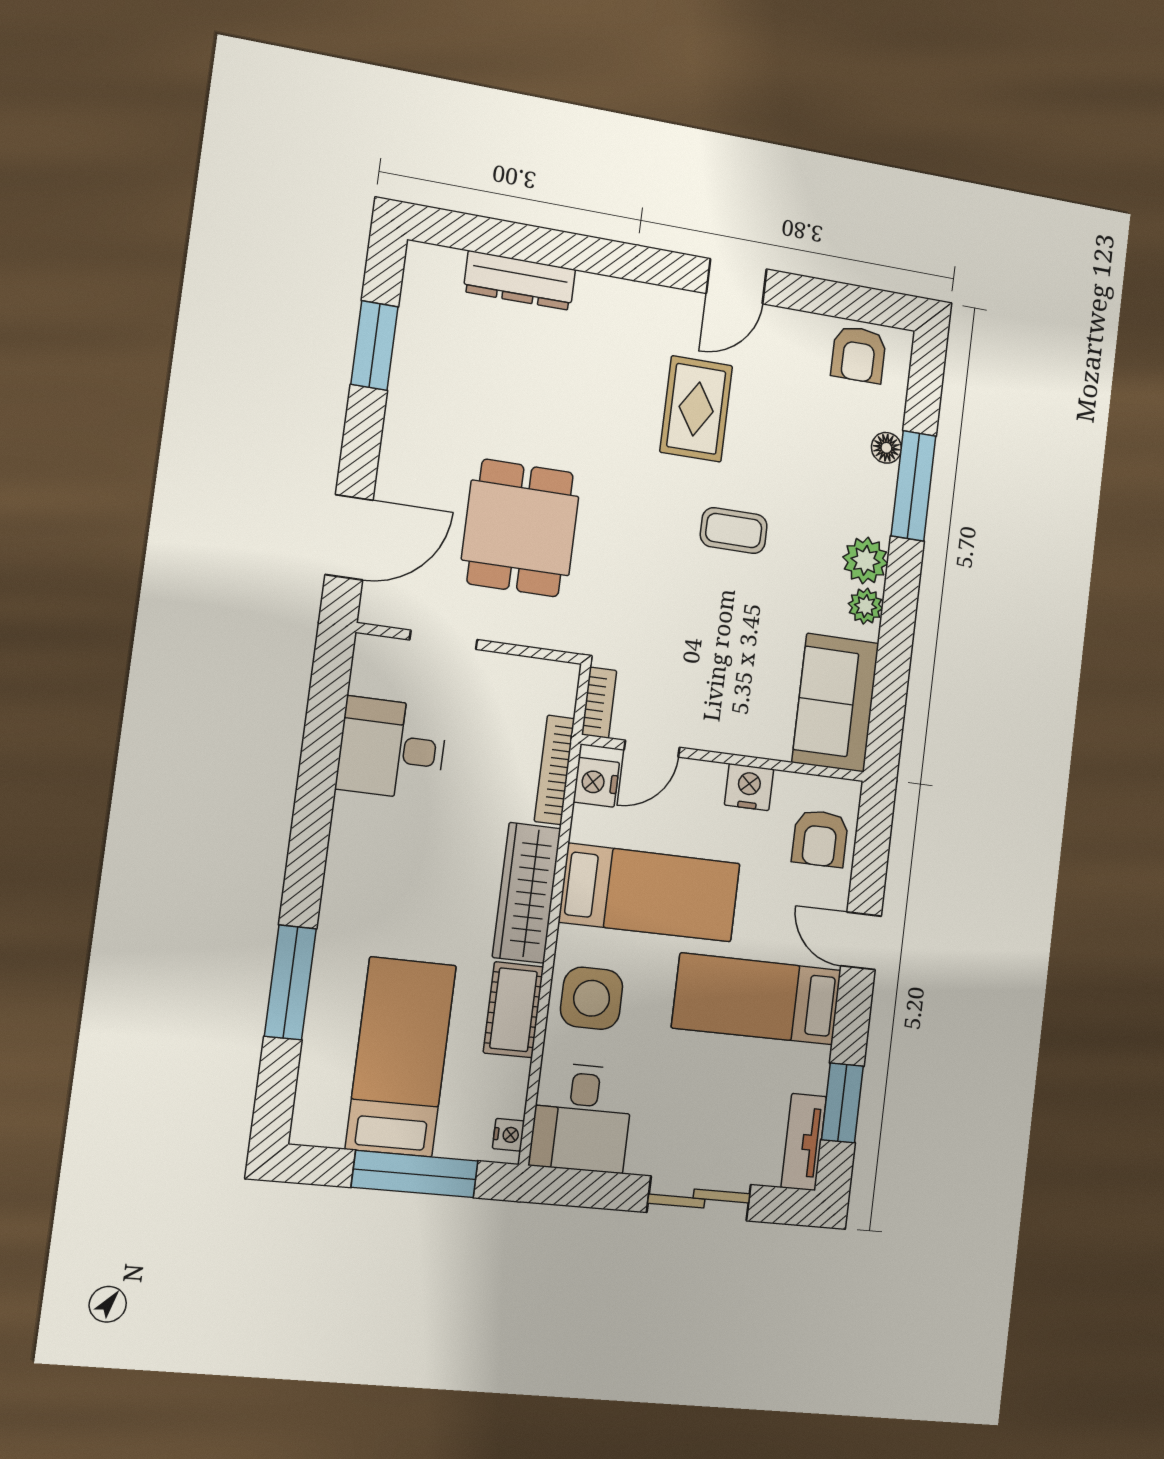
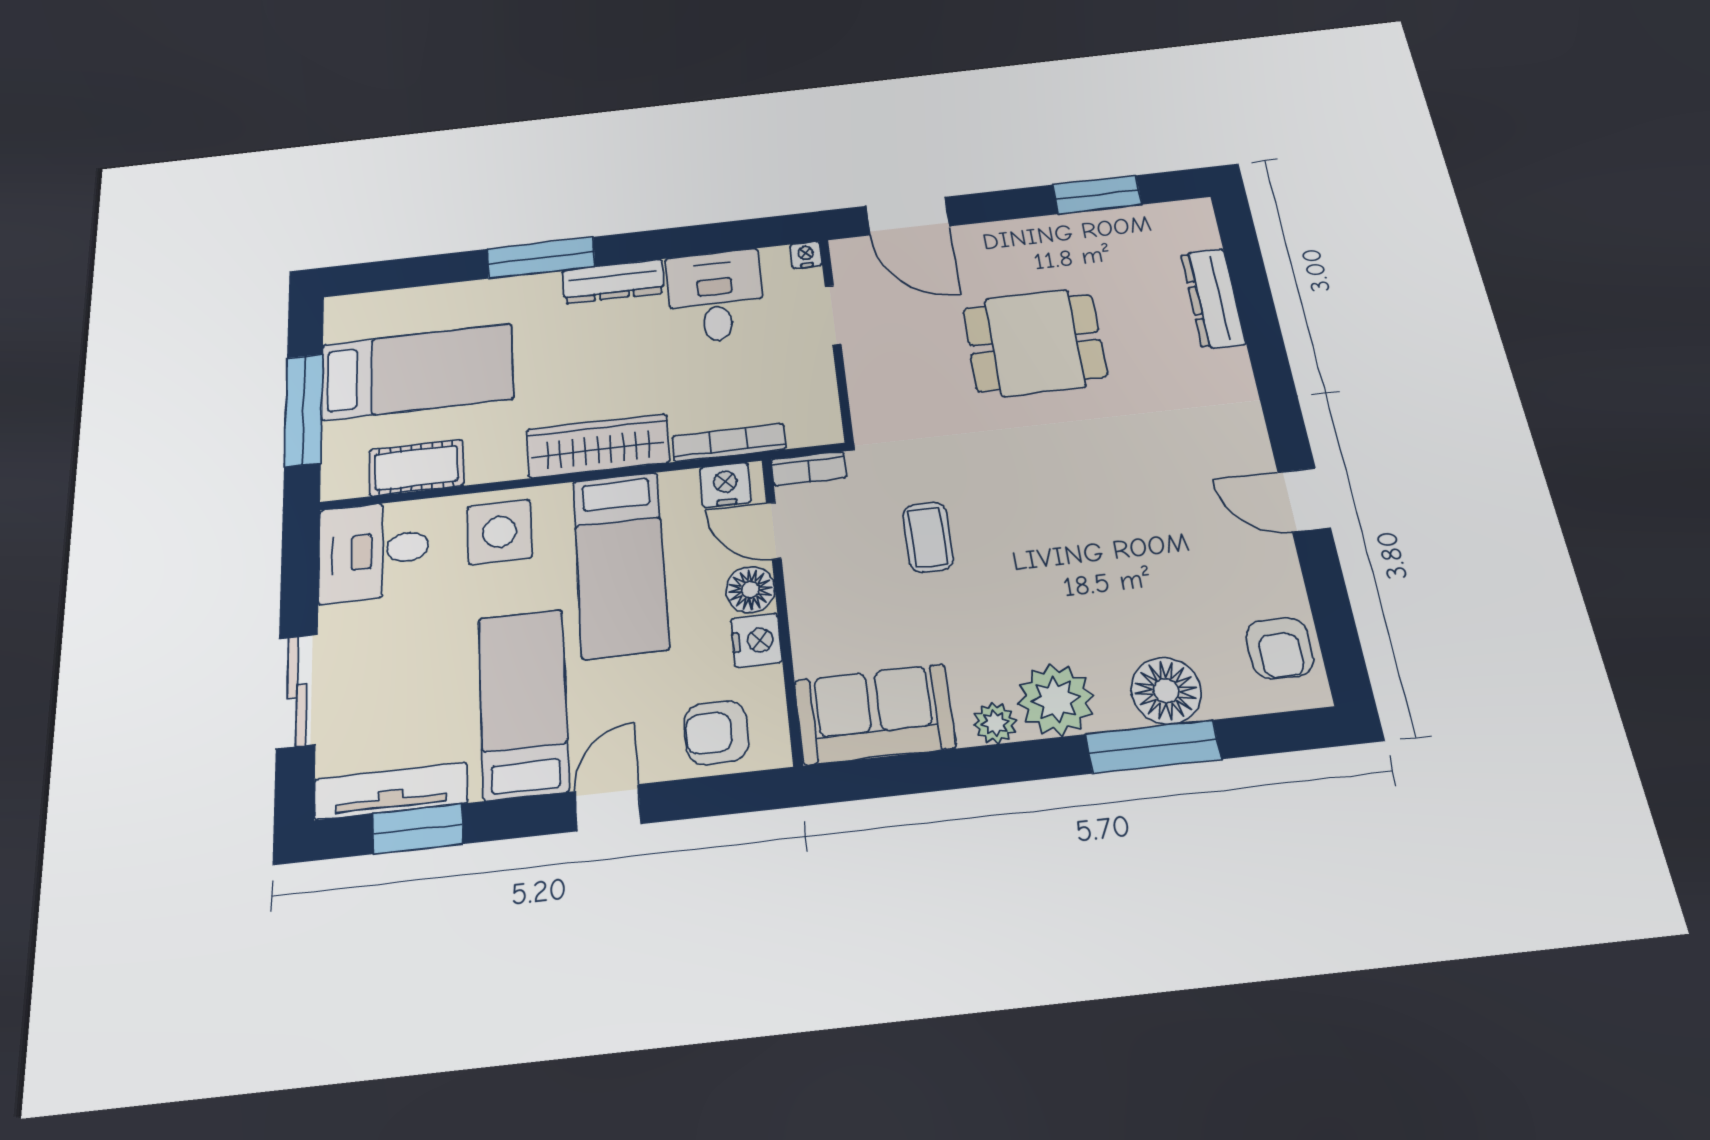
armchair: (859, 354) -> (1280, 648), turned -90
rug: (696, 409) -> (1150, 491), removed
floor lamp: (886, 448) -> (1166, 691), width x1.89, depth x1.89
dining table: (520, 528) -> (1035, 343), moved
coffee table: (734, 531) -> (928, 537), moved
plant: (865, 560) -> (1056, 700), width x1.36, depth x1.36
floor lamp: (702, 782) -> (750, 590), added
dresser: (347, 846) -> (613, 281), added
window: (290, 982) -> (541, 258), moved
cot: (514, 1010) -> (416, 468), moved
nightstand: (508, 1135) -> (806, 255), moved, turned 180
tv unit: (804, 1142) -> (391, 791), width x1.41

